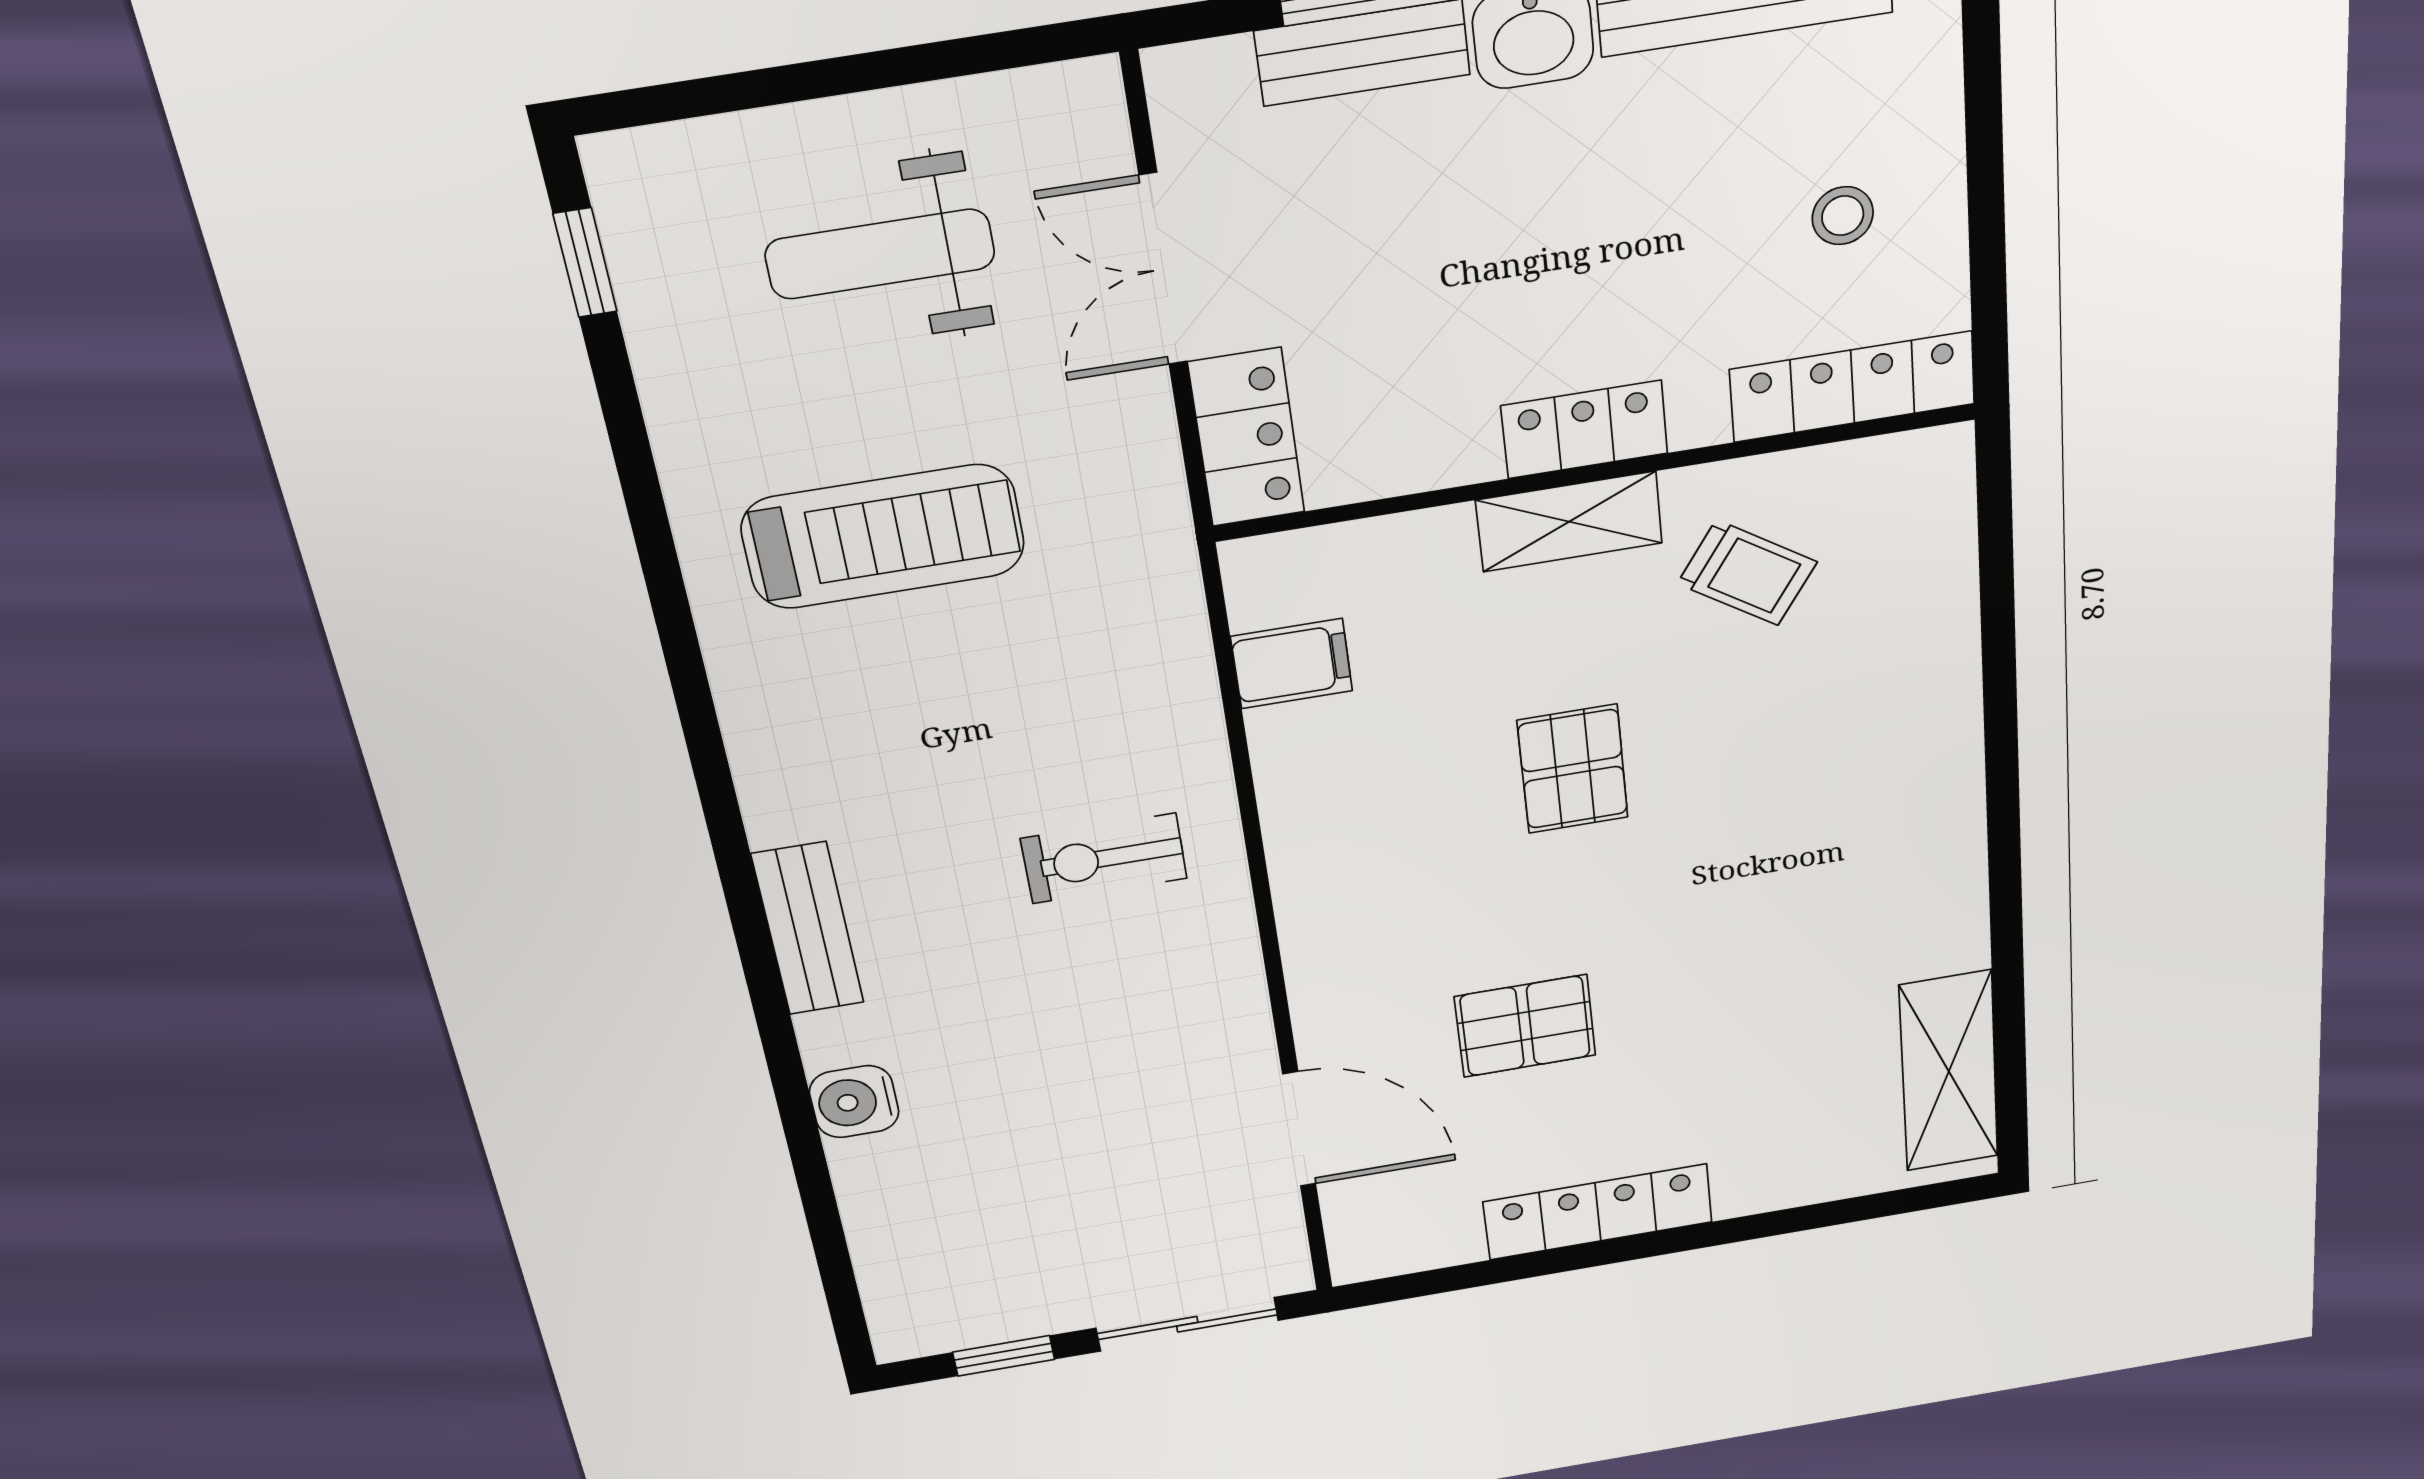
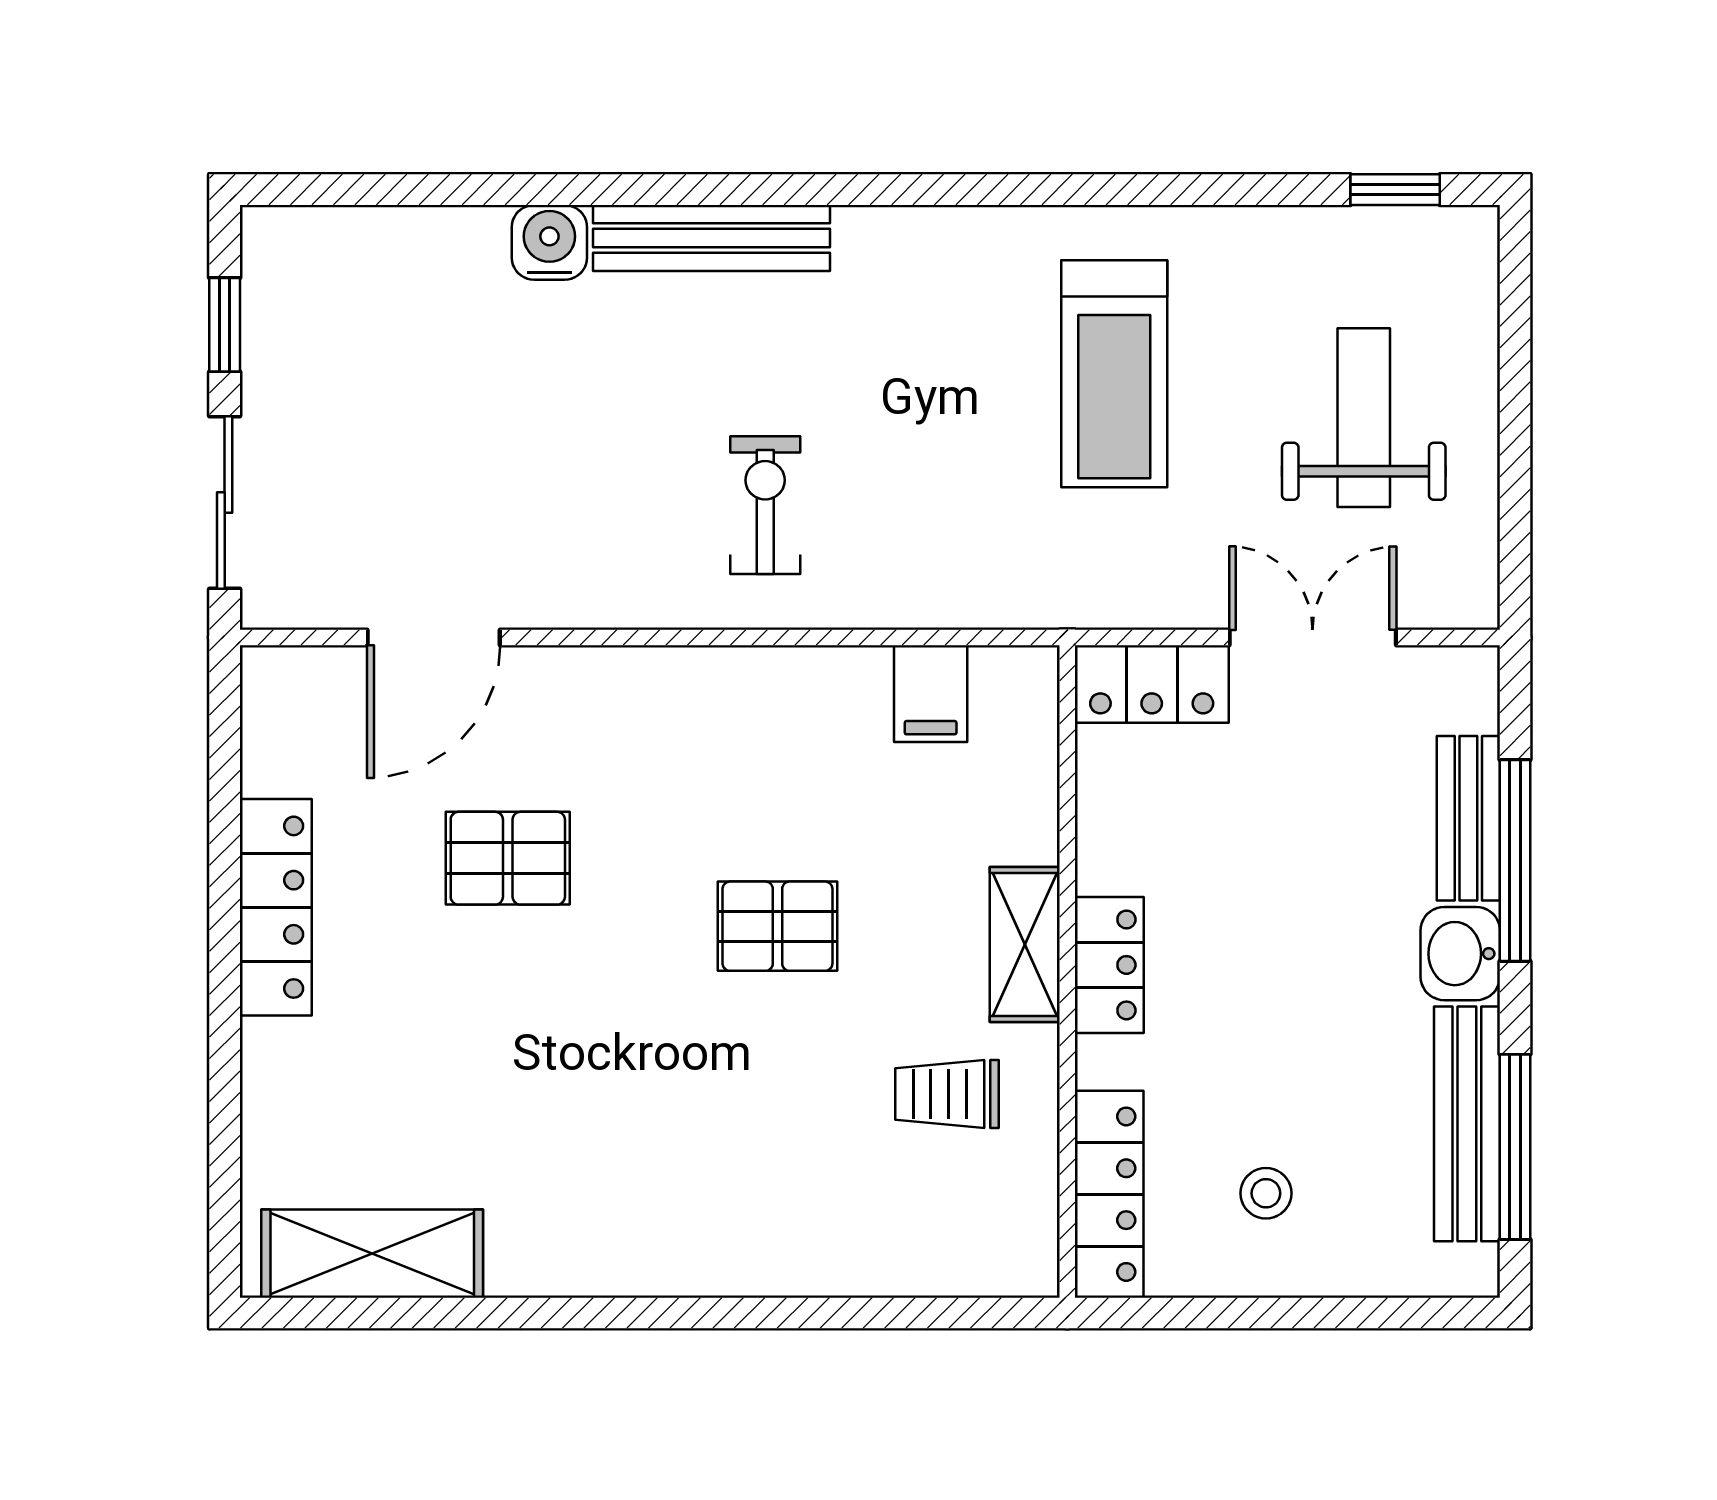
trolley: (1747, 573) -> (947, 1094), turned 56
bench: (808, 929) -> (711, 238), width x1.36
pallet: (1525, 1026) -> (508, 858), turned 90

